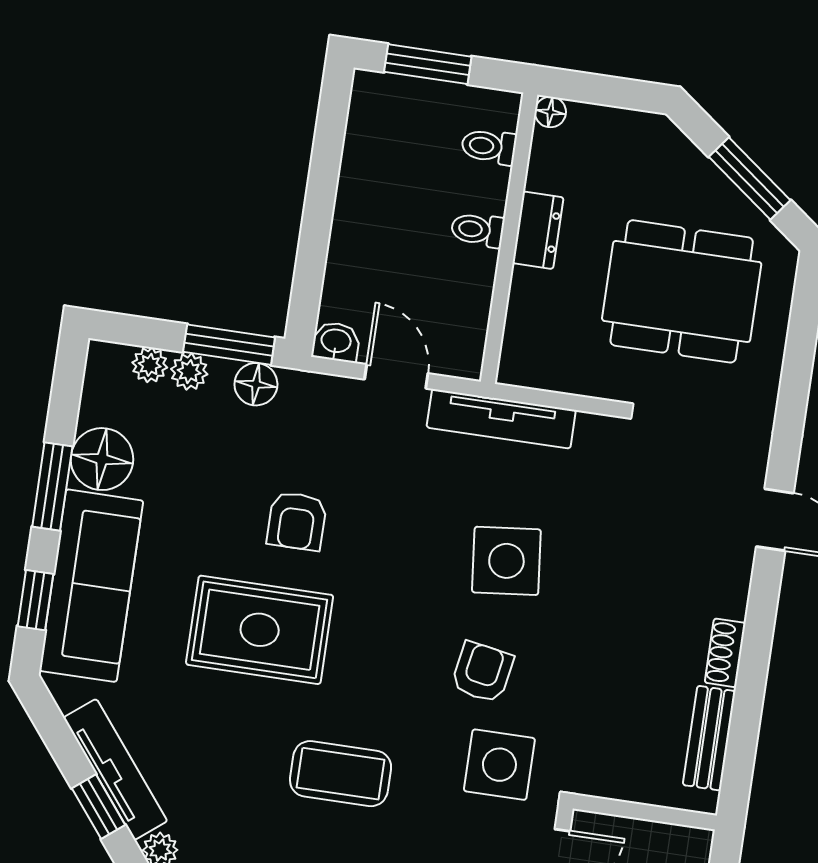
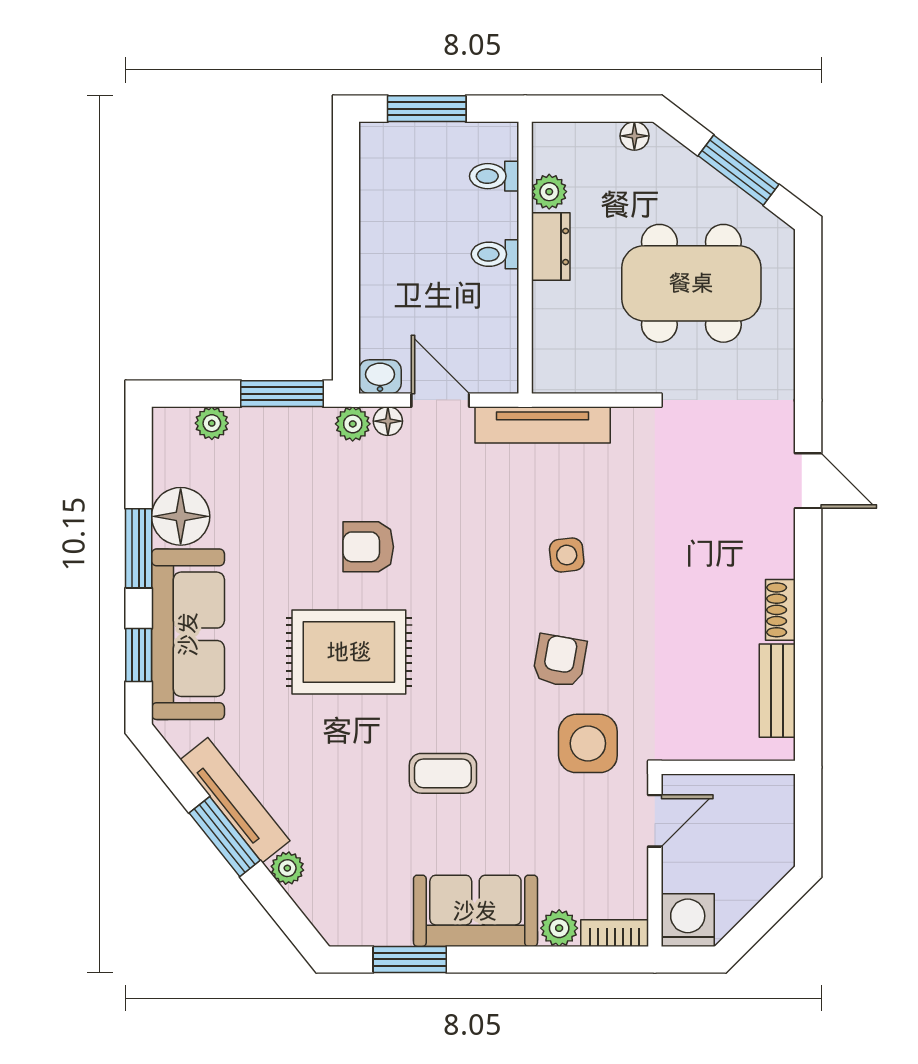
floor lamp: (550, 112) -> (634, 136), moved
plant: (545, 172) -> (549, 192), added
plant: (189, 372) -> (353, 424), moved
floor lamp: (256, 384) -> (388, 421), moved, width x0.73, depth x0.73
armchair: (297, 521) -> (368, 547), turned 90
side table: (506, 561) -> (567, 555), width x0.54, depth x0.54
coffee table: (341, 774) -> (443, 773), width x0.73, depth x0.77
window: (99, 807) -> (225, 837), width x1.50

